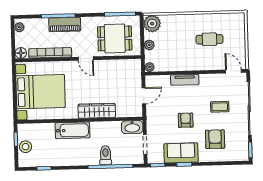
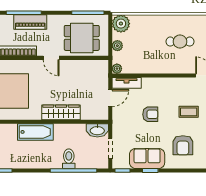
tv unit: (185, 80) -> (127, 83), moved
armchair: (186, 120) -> (150, 114), moved, turned 90
armchair: (215, 139) -> (183, 145), turned 180

